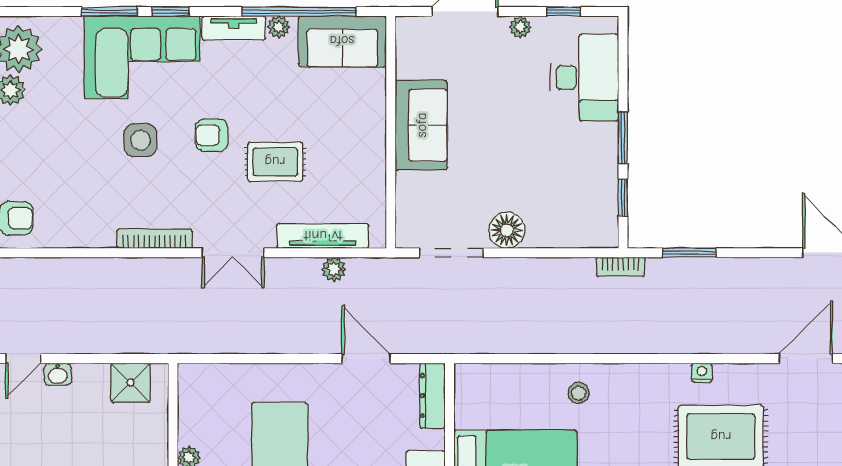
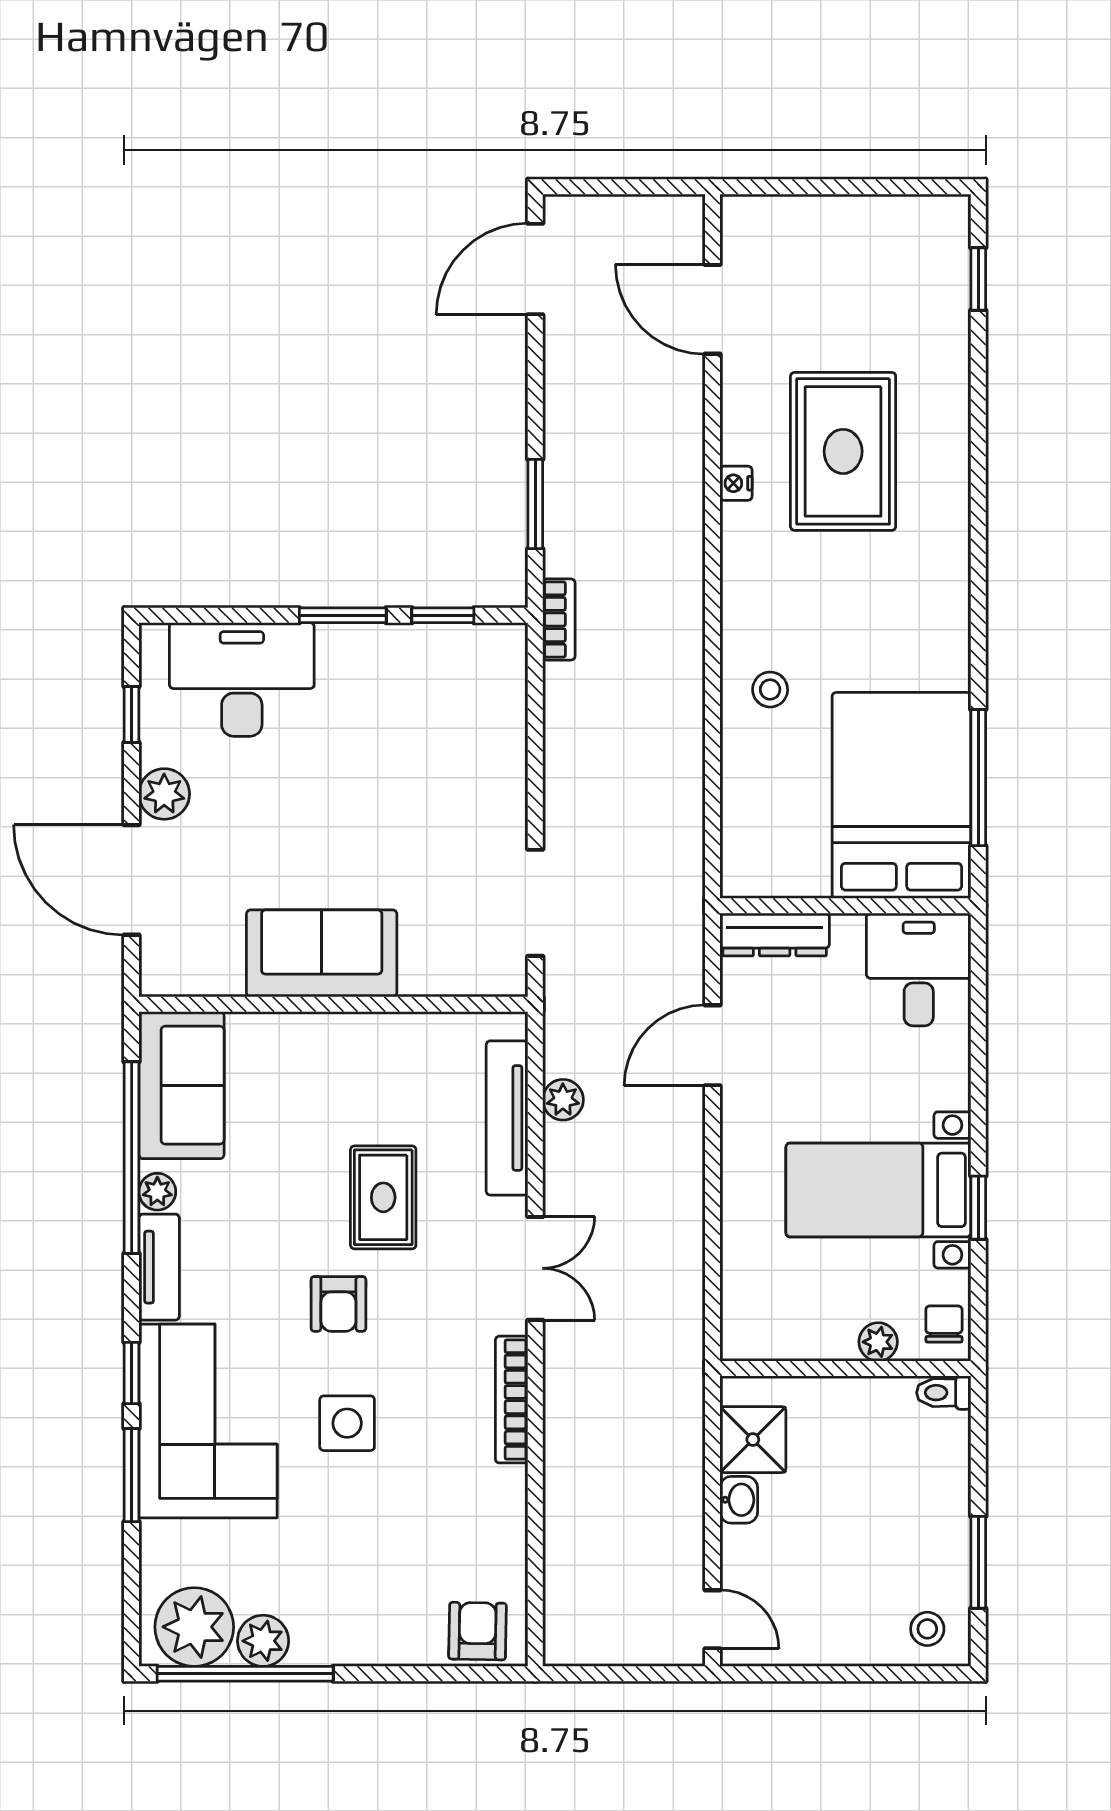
plant: (520, 27) -> (164, 794), width x1.38, depth x1.38
floor lamp: (507, 230) -> (498, 810), removed
washbasin: (58, 374) -> (739, 1500), moved

